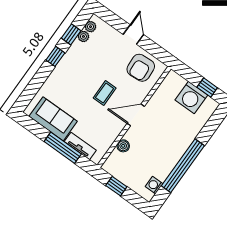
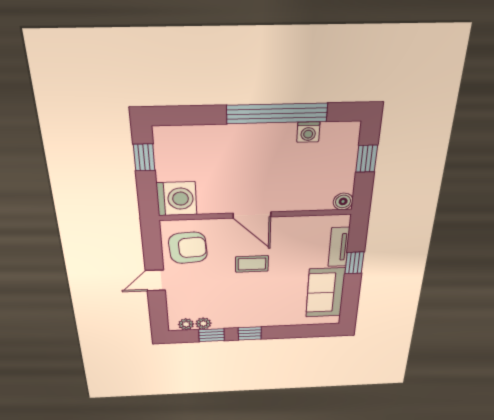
washing machine: (191, 98) -> (177, 199), moved
boiler: (123, 146) -> (343, 201), moved
window: (63, 148) -> (354, 263), width x0.46
washing machine: (154, 185) -> (308, 132), moved
window: (116, 186) -> (367, 159), moved

